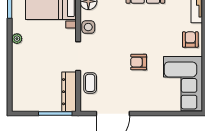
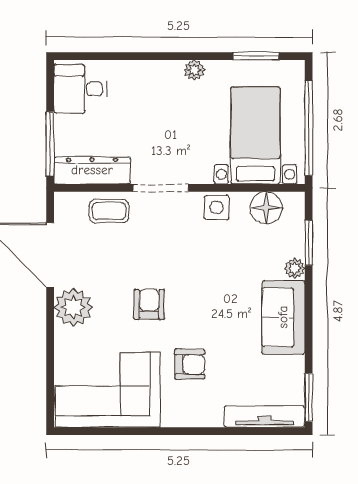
armchair: (190, 40) -> (190, 364), moved
desk: (27, 98) -> (80, 89), added
plant: (140, 102) -> (73, 307), added

